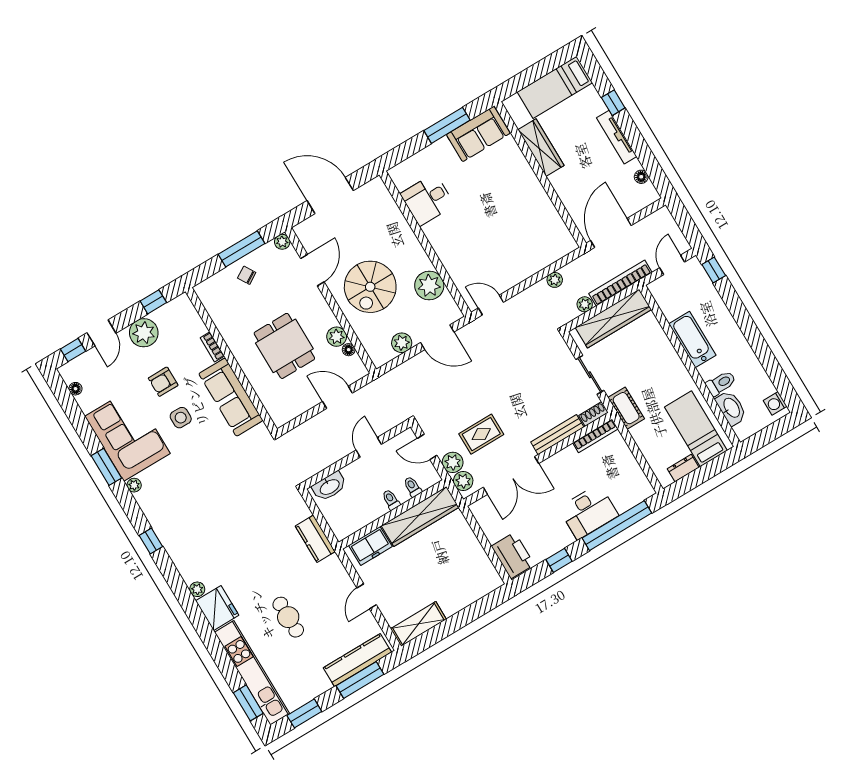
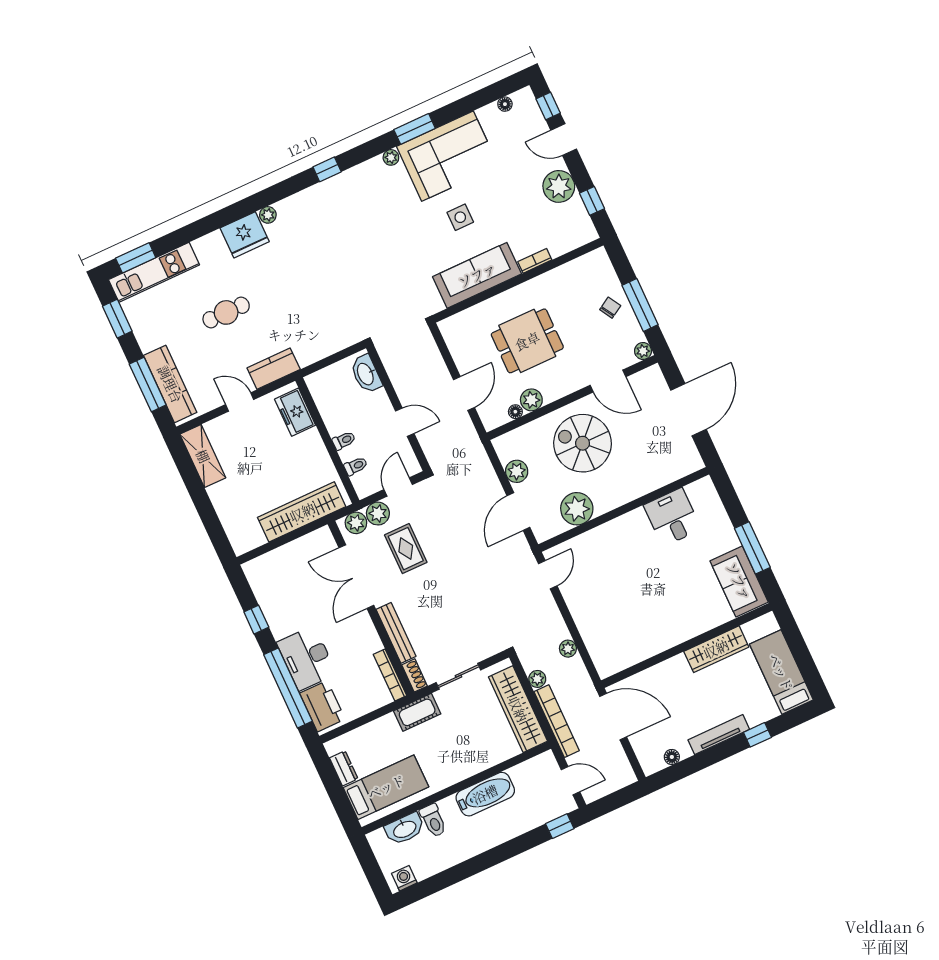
armchair: (163, 382) -> (502, 202), removed
wardrobe: (420, 516) -> (302, 512), moved, turned 90
kitchen counter: (315, 539) -> (274, 369), moved
printer: (513, 555) -> (322, 706), moved, turned -90
kitchen unit: (252, 673) -> (154, 272), width x0.73

